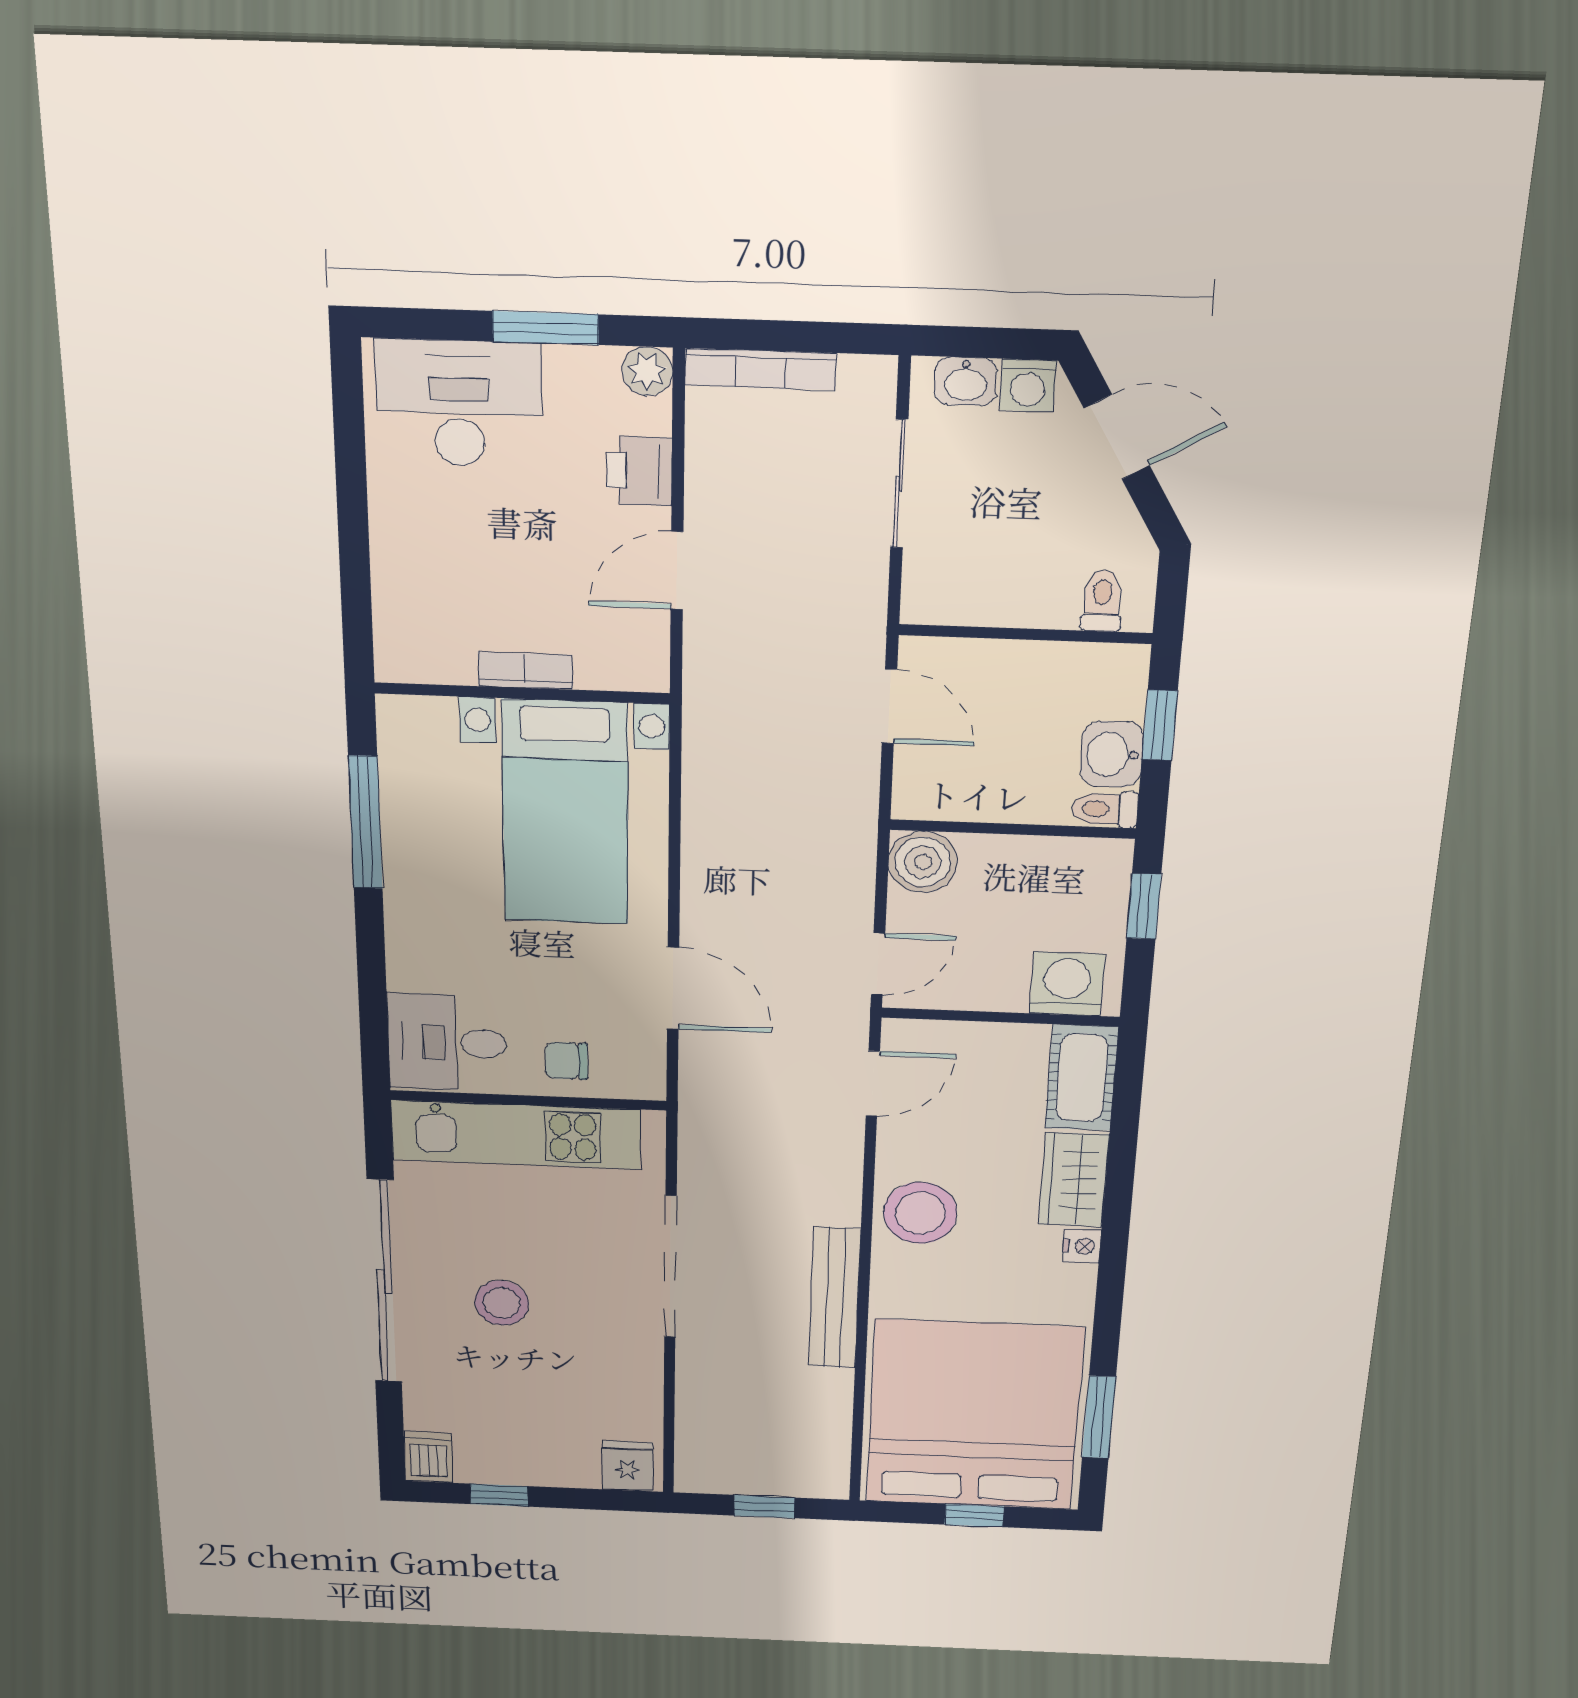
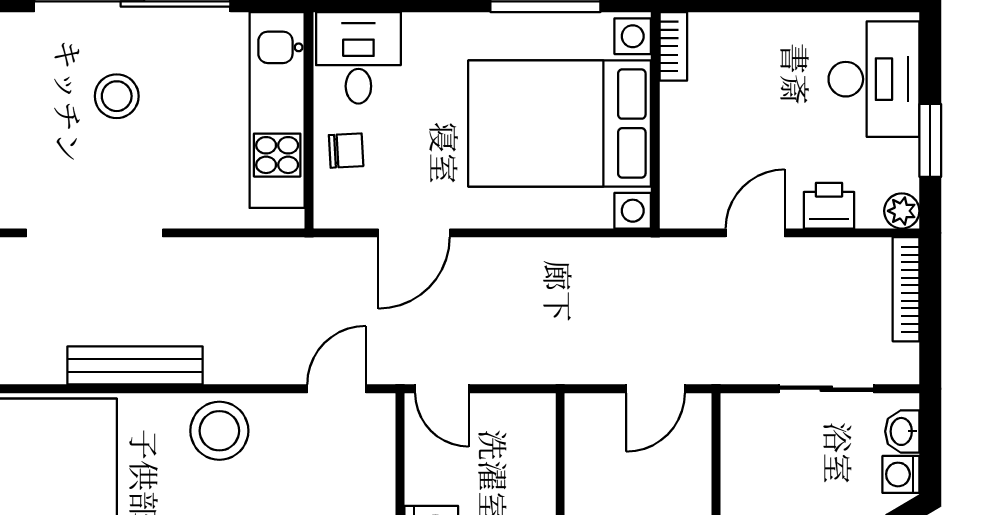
door: (677, 571) -> (755, 233), hinge flipped
bookcase: (525, 671) -> (673, 46), moved
bed with nightstands: (565, 813) -> (560, 123), width x1.36
boiler: (923, 862) -> (530, 419), removed
chair: (566, 1061) -> (346, 151), turned 87
door: (873, 1084) -> (337, 389), swing flipped
doorway: (670, 1267) -> (95, 233), moved

